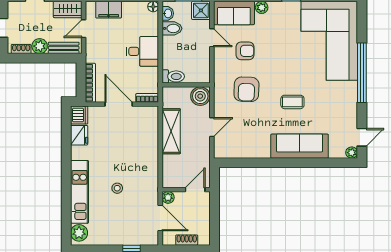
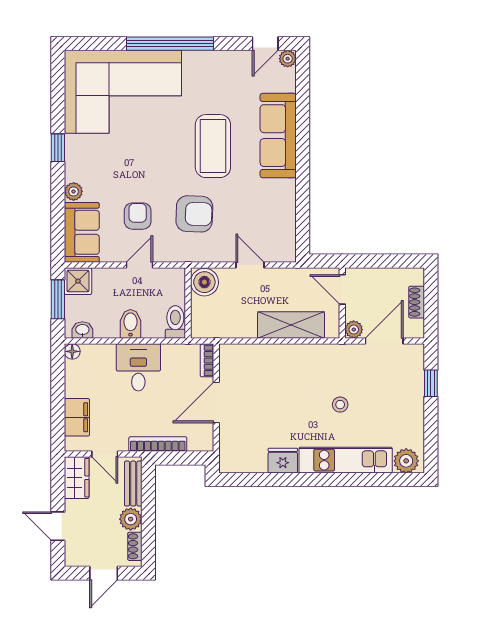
bidet: (172, 28) -> (130, 324), moved
door: (212, 38) -> (140, 265), moved
bookcase: (90, 83) -> (158, 444), moved
coffee table: (292, 102) -> (213, 146), width x1.86, depth x1.72
dishwasher: (79, 115) -> (232, 461), removed
shelving: (171, 131) -> (291, 325), moved
fridge: (79, 135) -> (283, 461), moved
door: (362, 137) -> (265, 44), swing flipped

